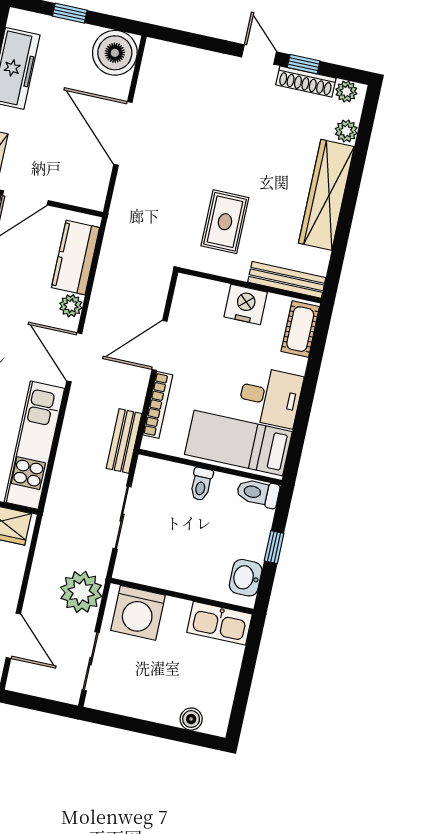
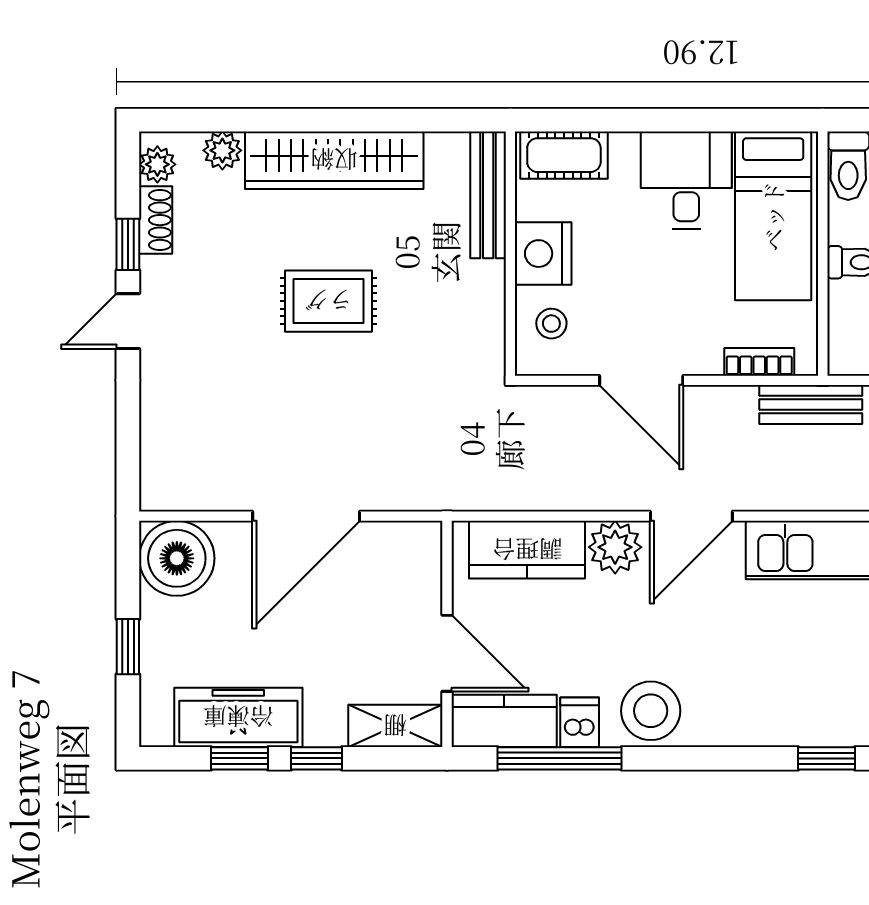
shoe rack: (306, 82) -> (156, 220), width x0.70
rug: (225, 222) -> (329, 301), moved
stool: (204, 300) -> (551, 324), added
plant: (71, 306) -> (615, 547), width x1.38, depth x1.38
bookcase: (158, 405) -> (759, 362), width x0.64

